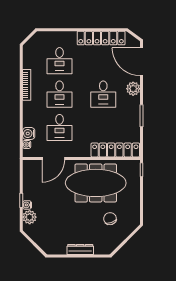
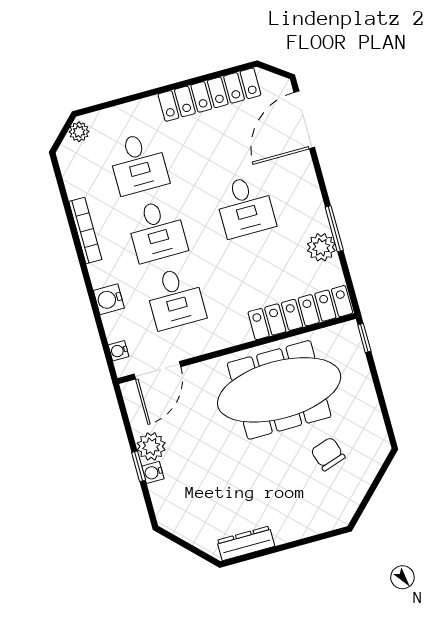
plant: (36, 39) -> (79, 132), added
door: (142, 62) -> (304, 120), hinge flipped
plant: (133, 89) -> (321, 247), moved
water cooler: (29, 133) -> (109, 299), moved
door: (53, 158) -> (157, 370), moved
plant: (30, 217) -> (151, 446), moved
dresser: (80, 249) -> (246, 543), moved

